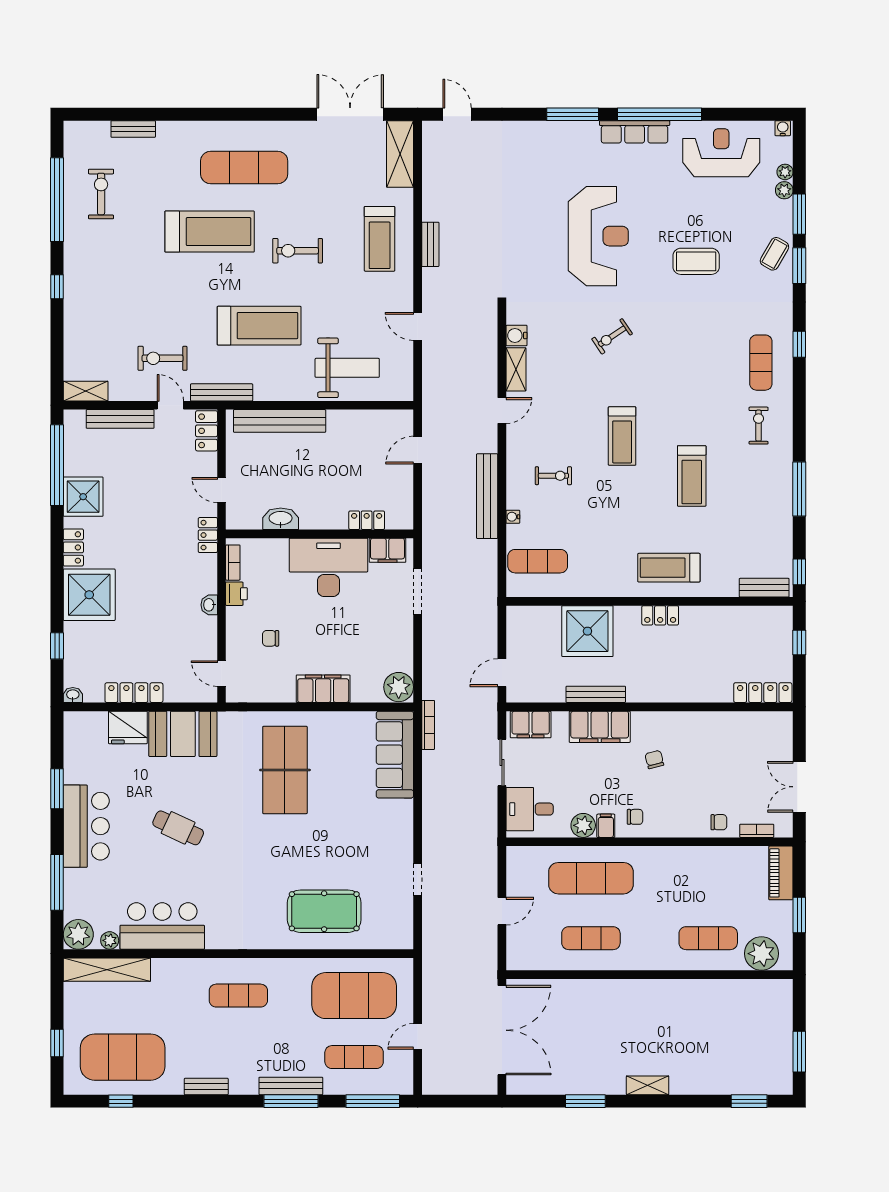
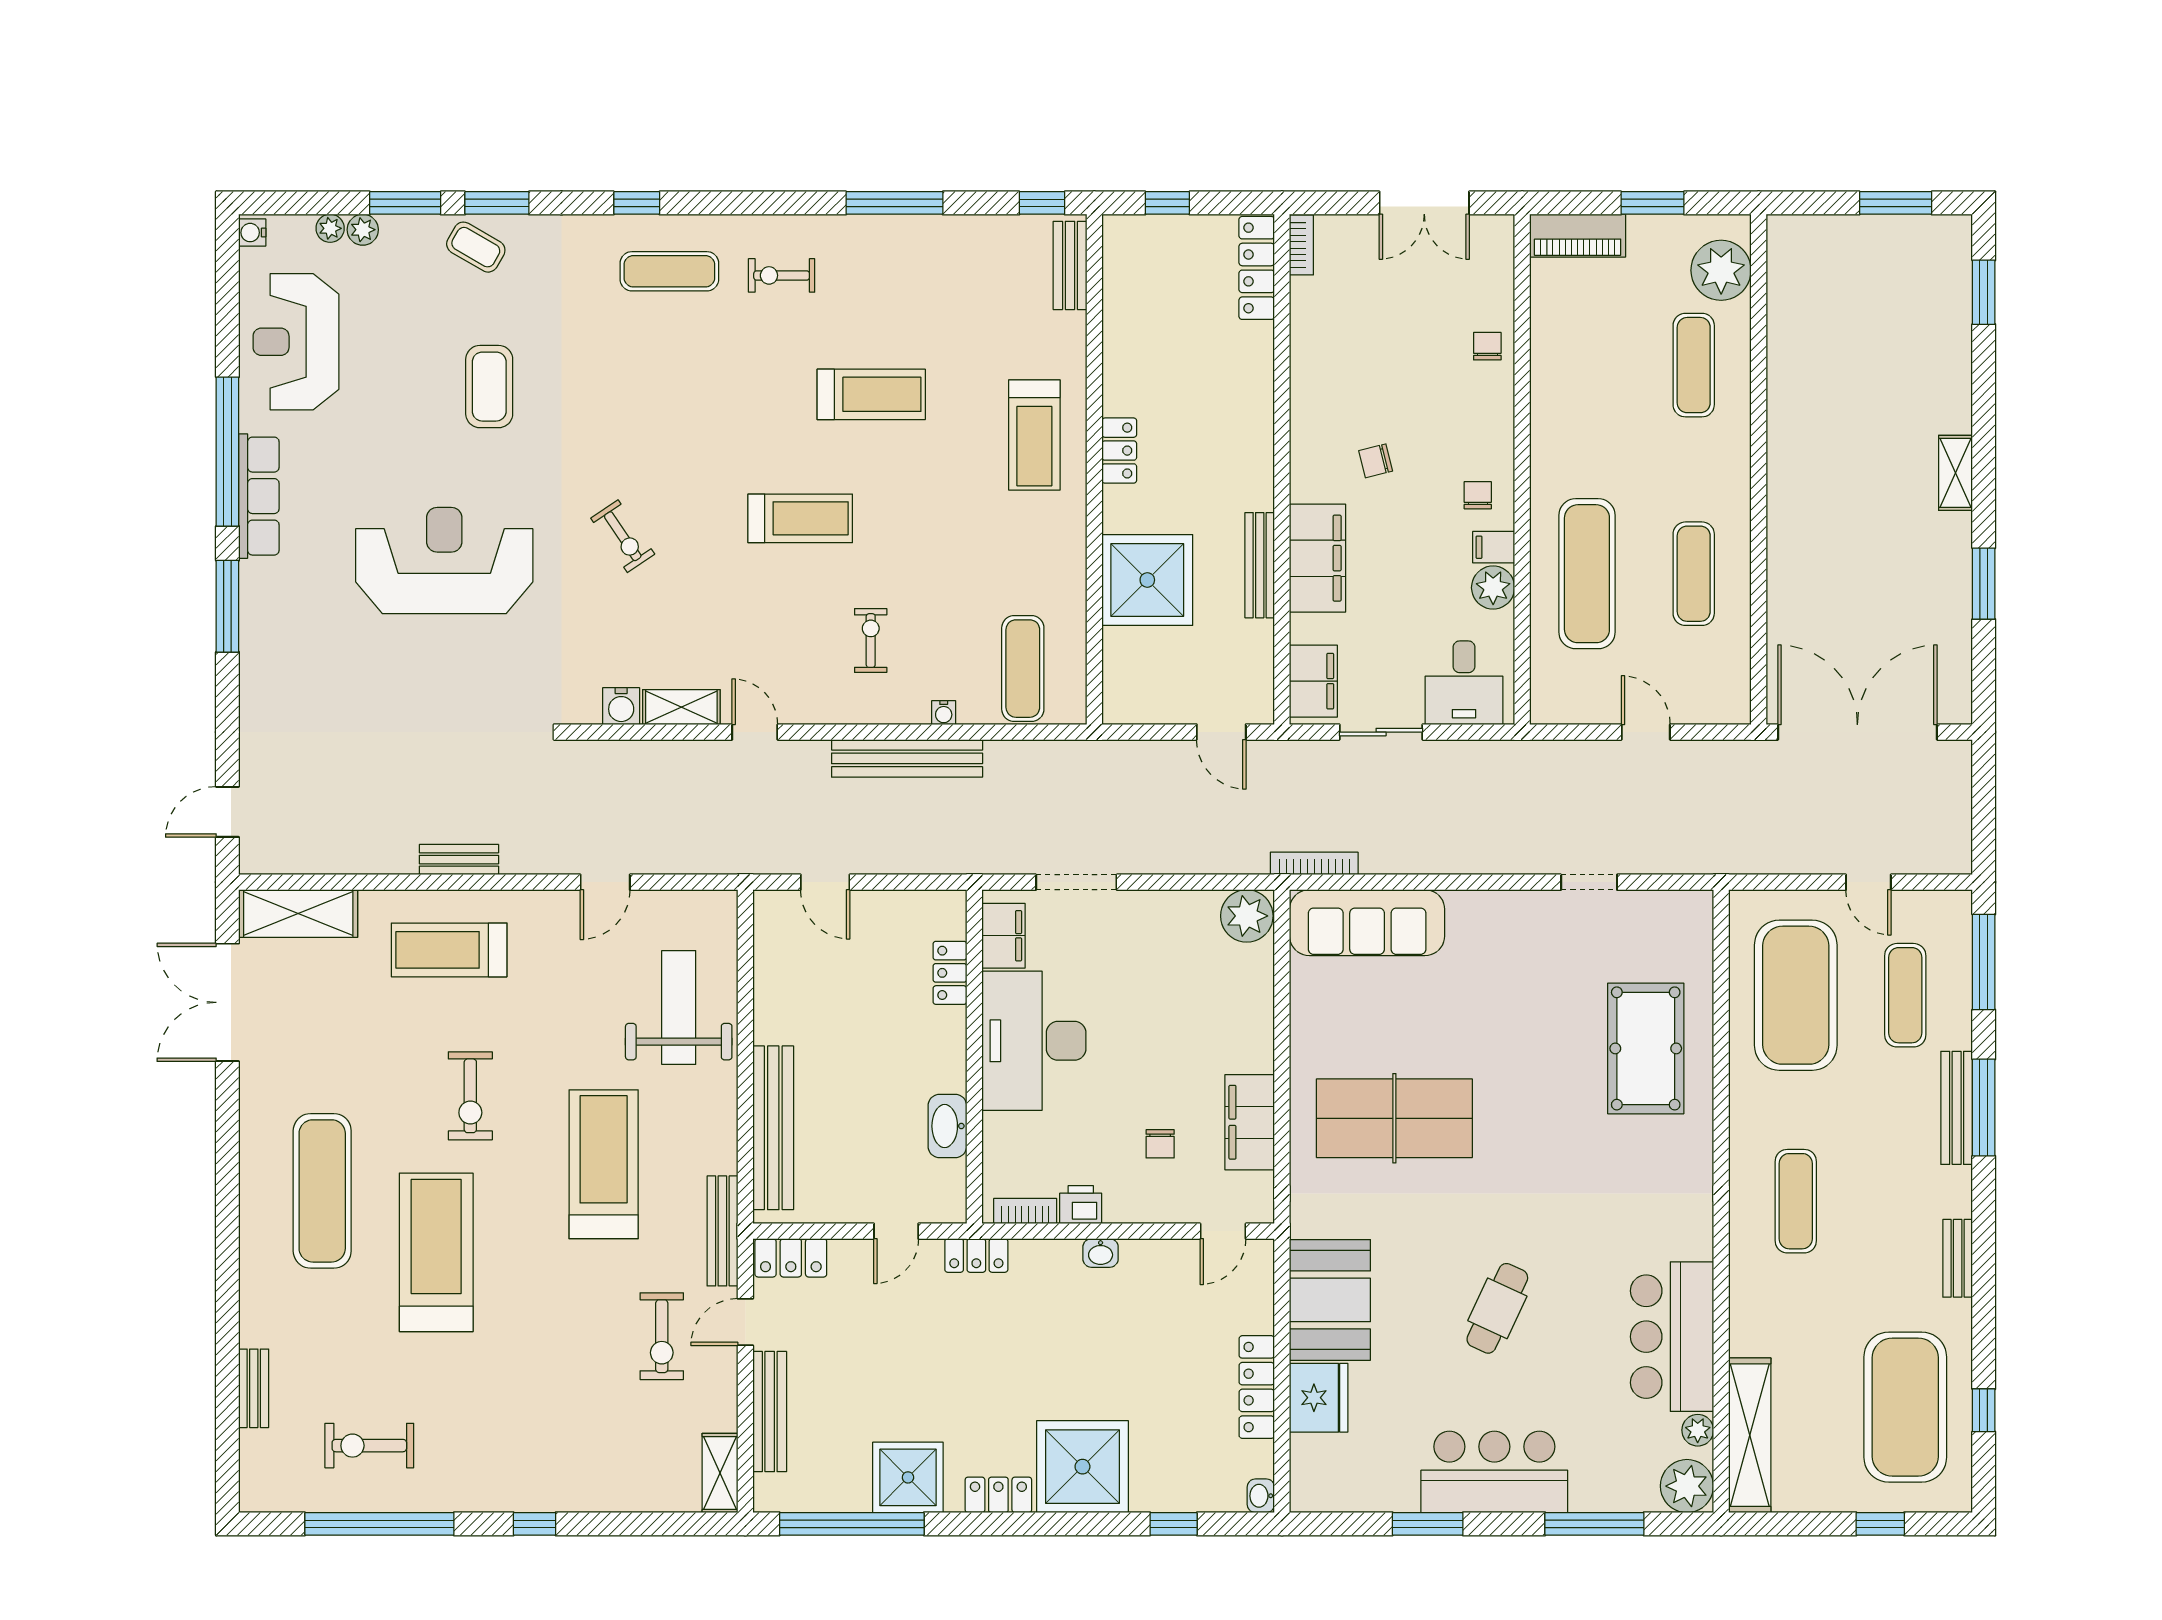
treadmill: (380, 239) -> (449, 950), turned 180
filing cabinet: (323, 689) -> (1250, 1122), moved
bookcase: (757, 831) -> (1301, 245), moved, turned 180

